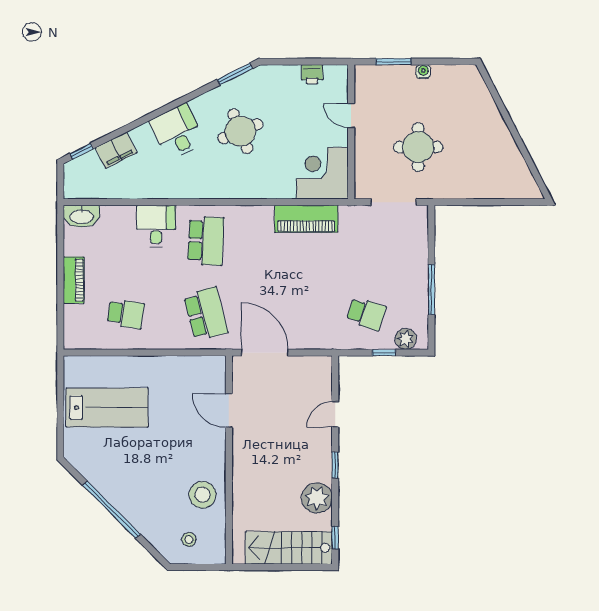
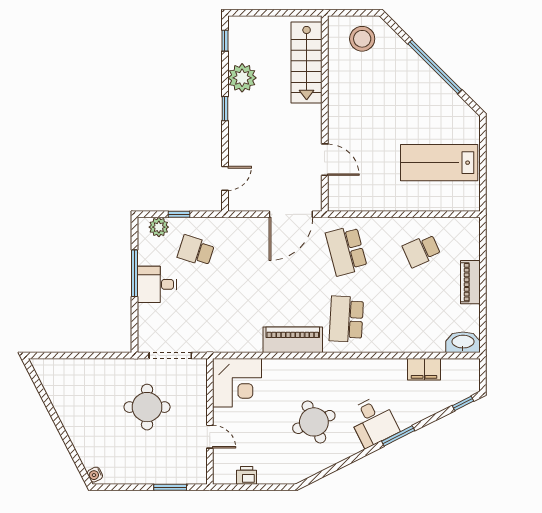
water cooler: (423, 72) -> (95, 475), moved, turned 63
window: (235, 74) -> (398, 436), moved
filing cabinet: (116, 150) -> (424, 369), moved, turned -153
piano: (306, 219) -> (293, 340), moved
desk: (156, 226) -> (157, 284), moved, turned 90
school desk: (126, 314) -> (422, 251), turned -33
door: (265, 353) -> (291, 214), hinge flipped
door: (335, 414) -> (225, 178), moved
stool: (202, 495) -> (349, 81), removed
stool: (189, 540) -> (362, 39), width x1.89, depth x1.89
stairs: (289, 548) -> (307, 63), moved, turned 90

